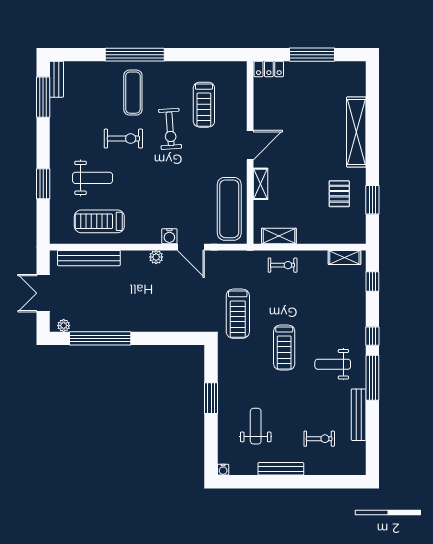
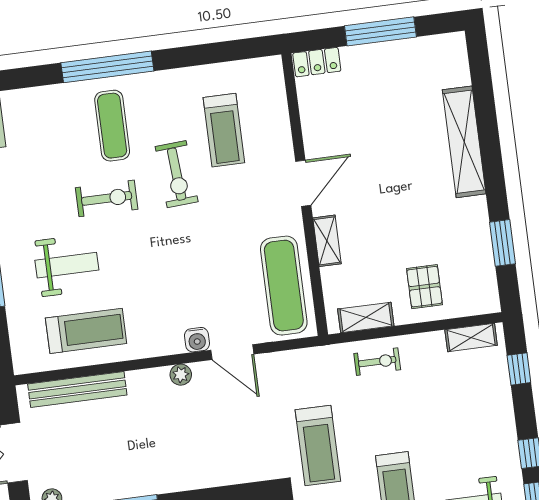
pallet: (339, 194) -> (424, 287), moved
treadmill: (99, 221) -> (86, 331), turned 180

